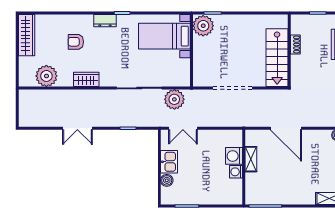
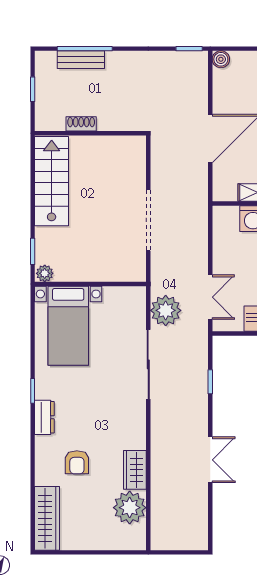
plant: (203, 26) -> (45, 273), width x0.53, depth x0.53
wardrobe: (27, 35) -> (47, 518), moved, turned 90
stairs: (277, 58) -> (52, 181), moved, turned -90
wardrobe: (86, 79) -> (135, 470), moved

